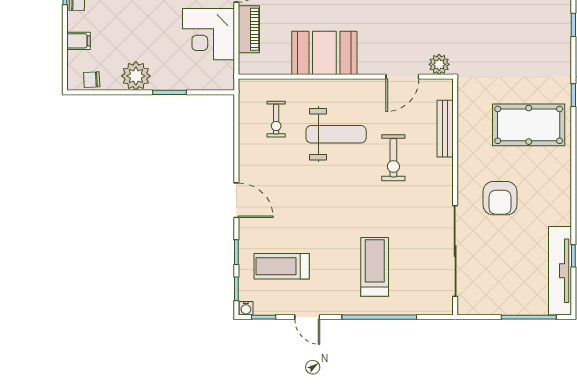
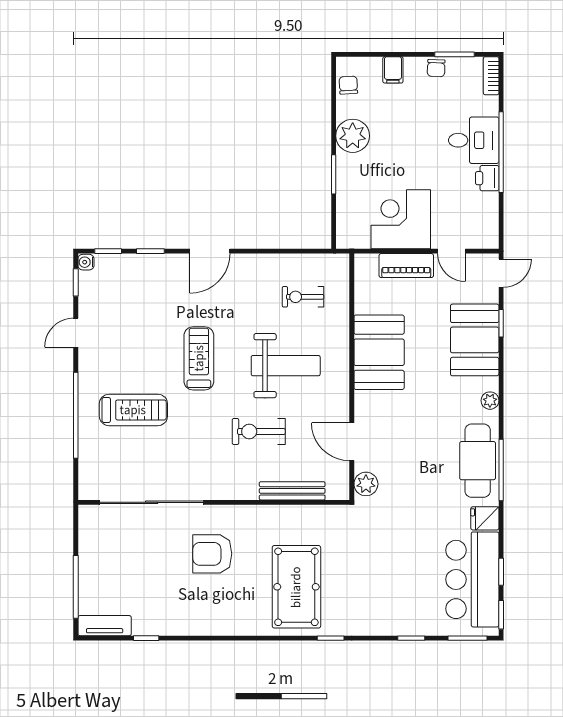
weight bench: (336, 134) -> (286, 366), turned -90
treadmill: (282, 266) -> (199, 358), moved
tv unit: (560, 271) -> (105, 626), width x0.52, depth x0.78

